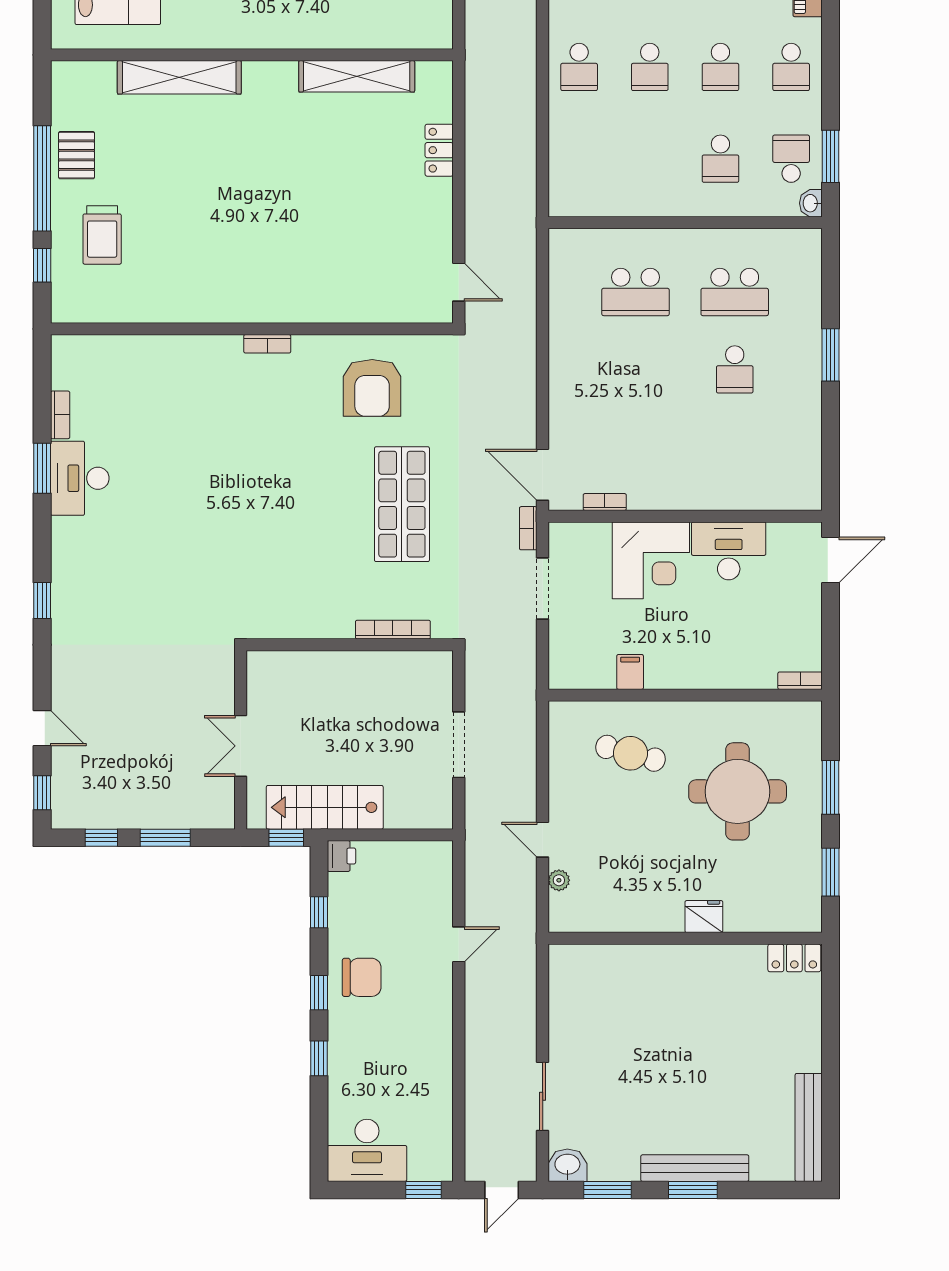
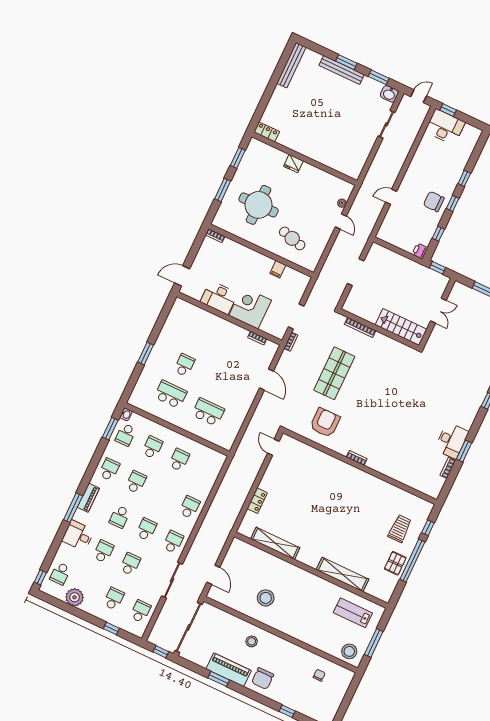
school desk: (650, 67) -> (179, 460), moved
door: (543, 475) -> (266, 379), moved
stairs: (325, 807) -> (401, 327), moved, turned 180
desk: (367, 1150) -> (445, 127), moved

